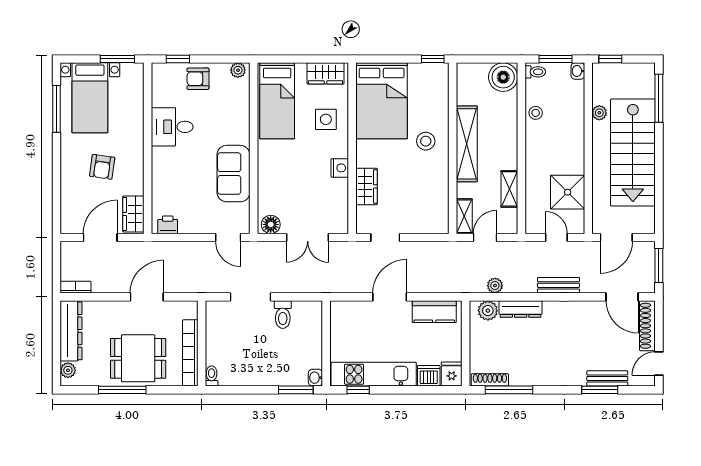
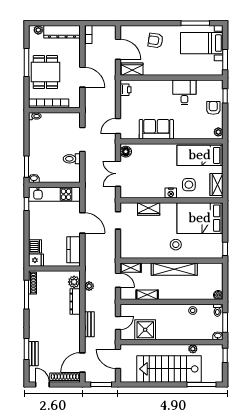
boiler: (503, 77) -> (218, 295), width x0.54, depth x0.54
armchair: (102, 167) -> (155, 40), moved
nightstand: (340, 168) -> (171, 193), moved
kitchen unit: (374, 374) -> (54, 194), moved, turned 90

